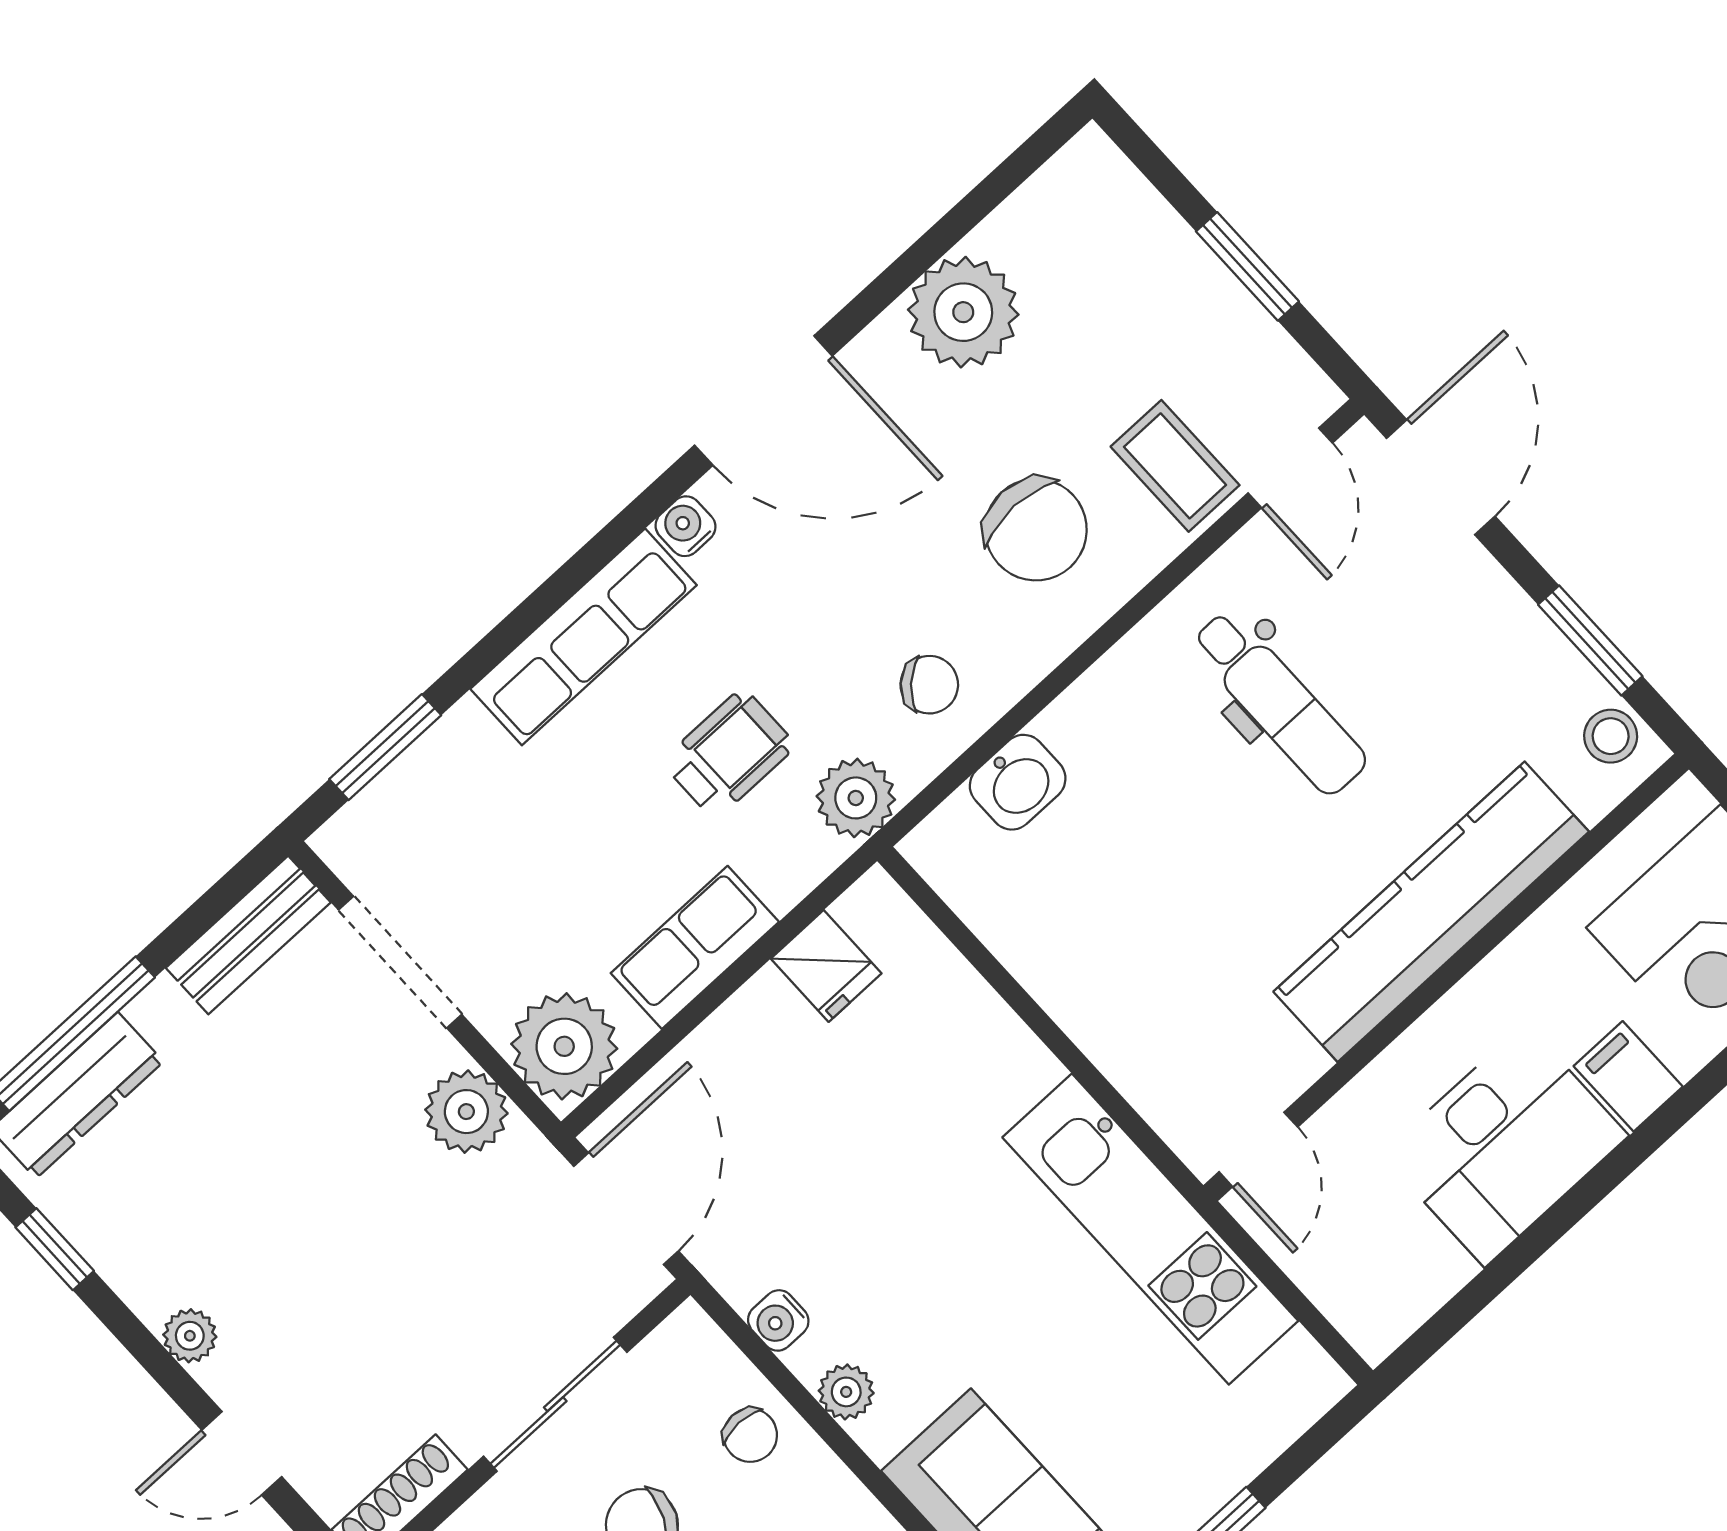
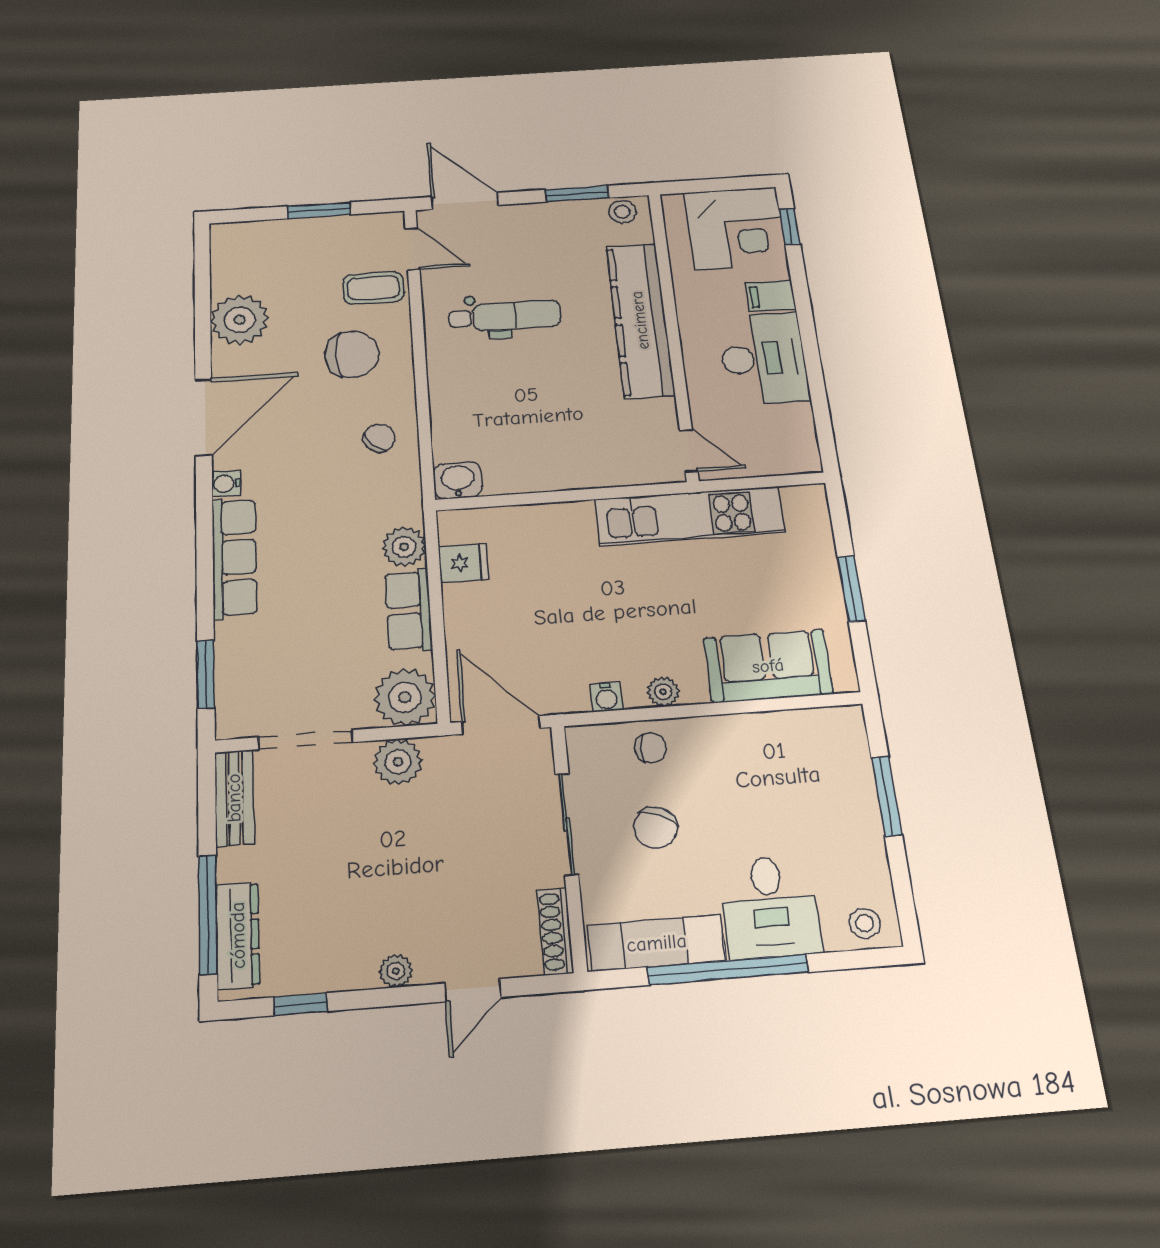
wheelchair: (729, 754) -> (337, 536), removed
washbasin: (1018, 782) -> (458, 480), moved, turned -90
plant: (856, 798) -> (404, 547), moved

